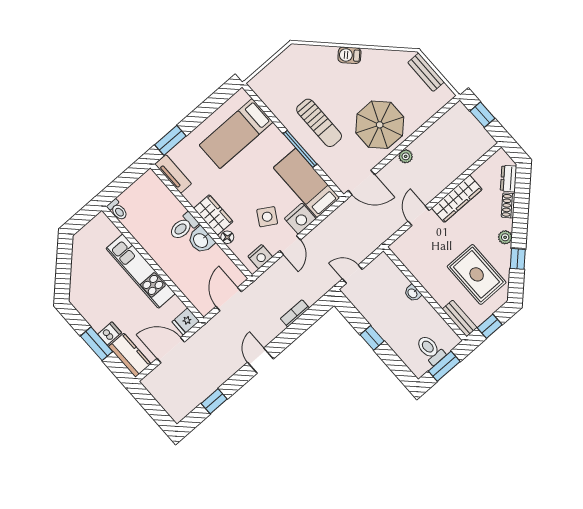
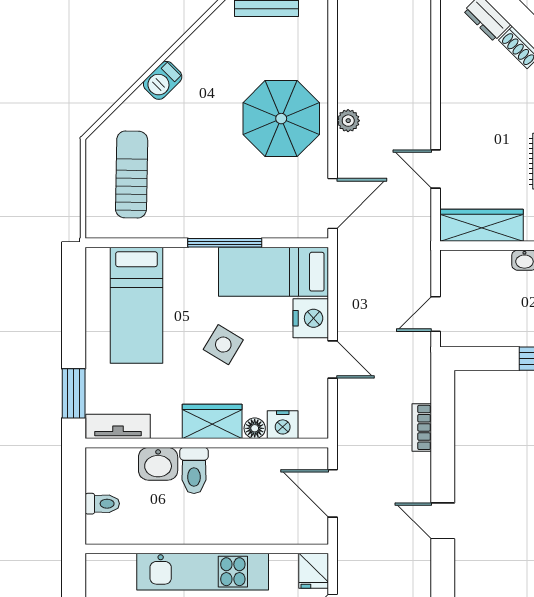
sun lounger: (319, 123) -> (132, 174), moved, turned -89
wardrobe: (457, 199) -> (482, 225), moved, turned -90
toilet: (118, 210) -> (102, 504), moved
side table: (267, 217) -> (223, 345), moved
washbasin: (201, 240) -> (158, 464), moved
nightstand: (260, 257) -> (283, 425), moved, turned 90

